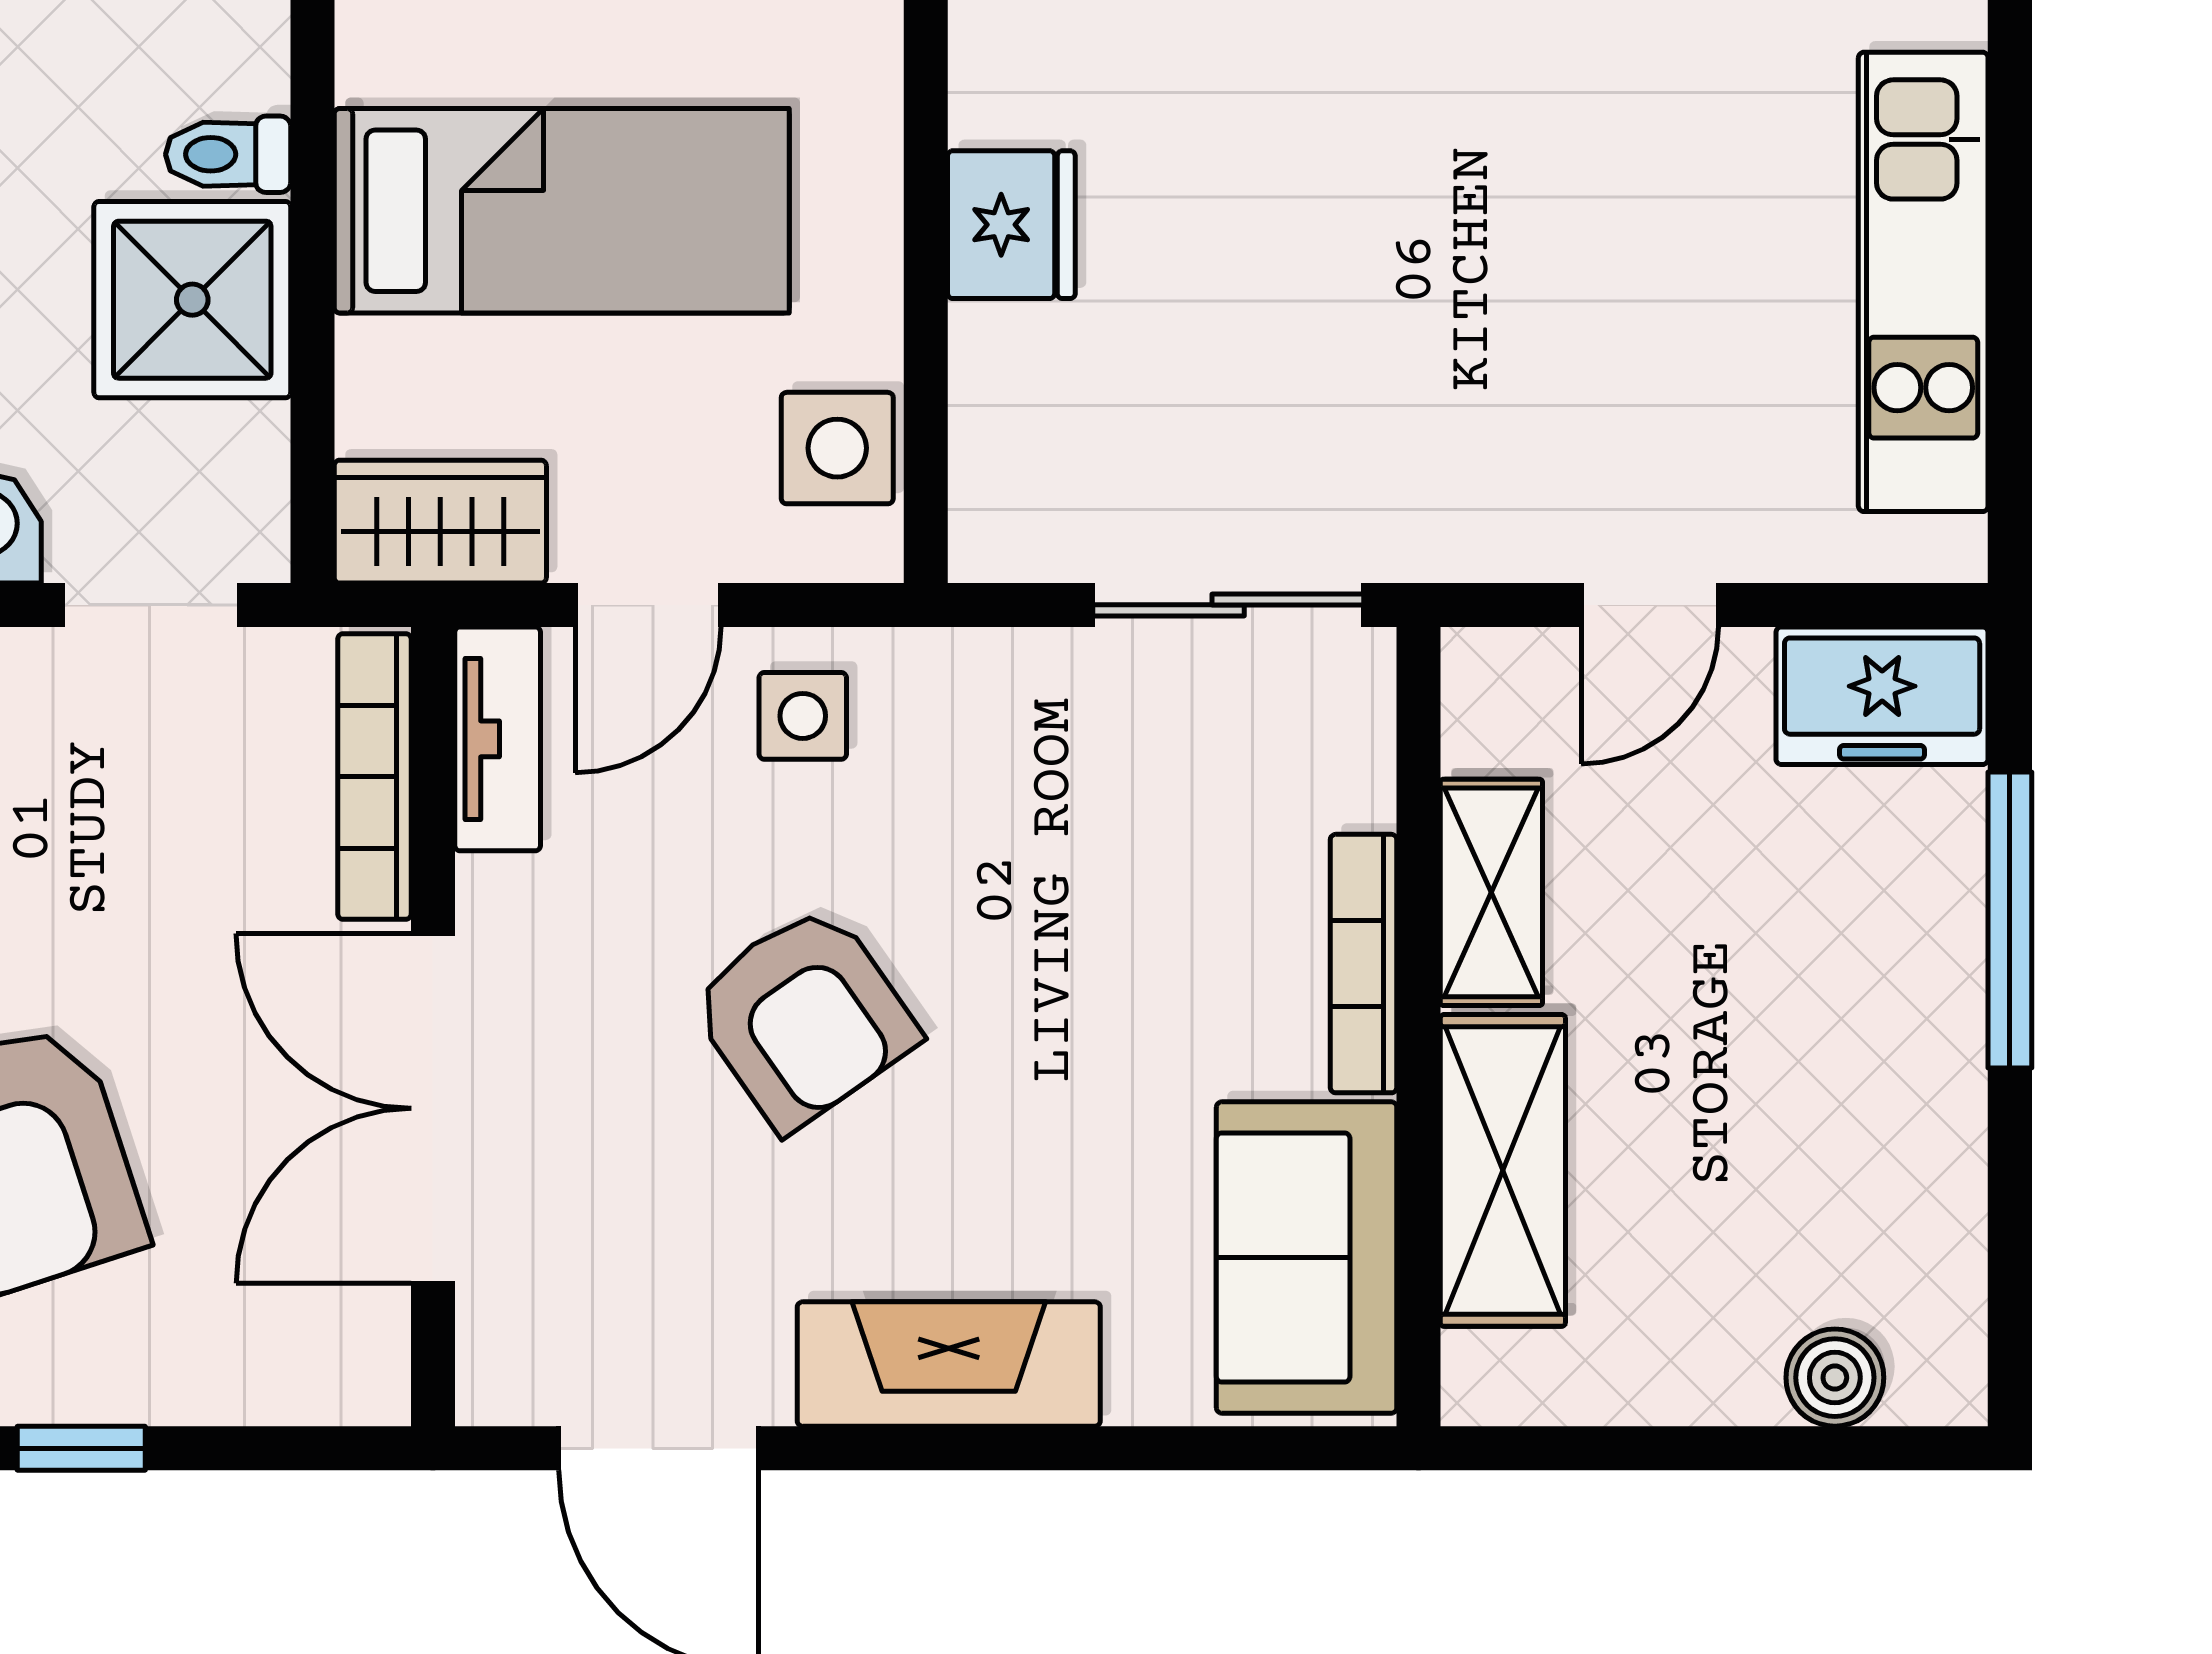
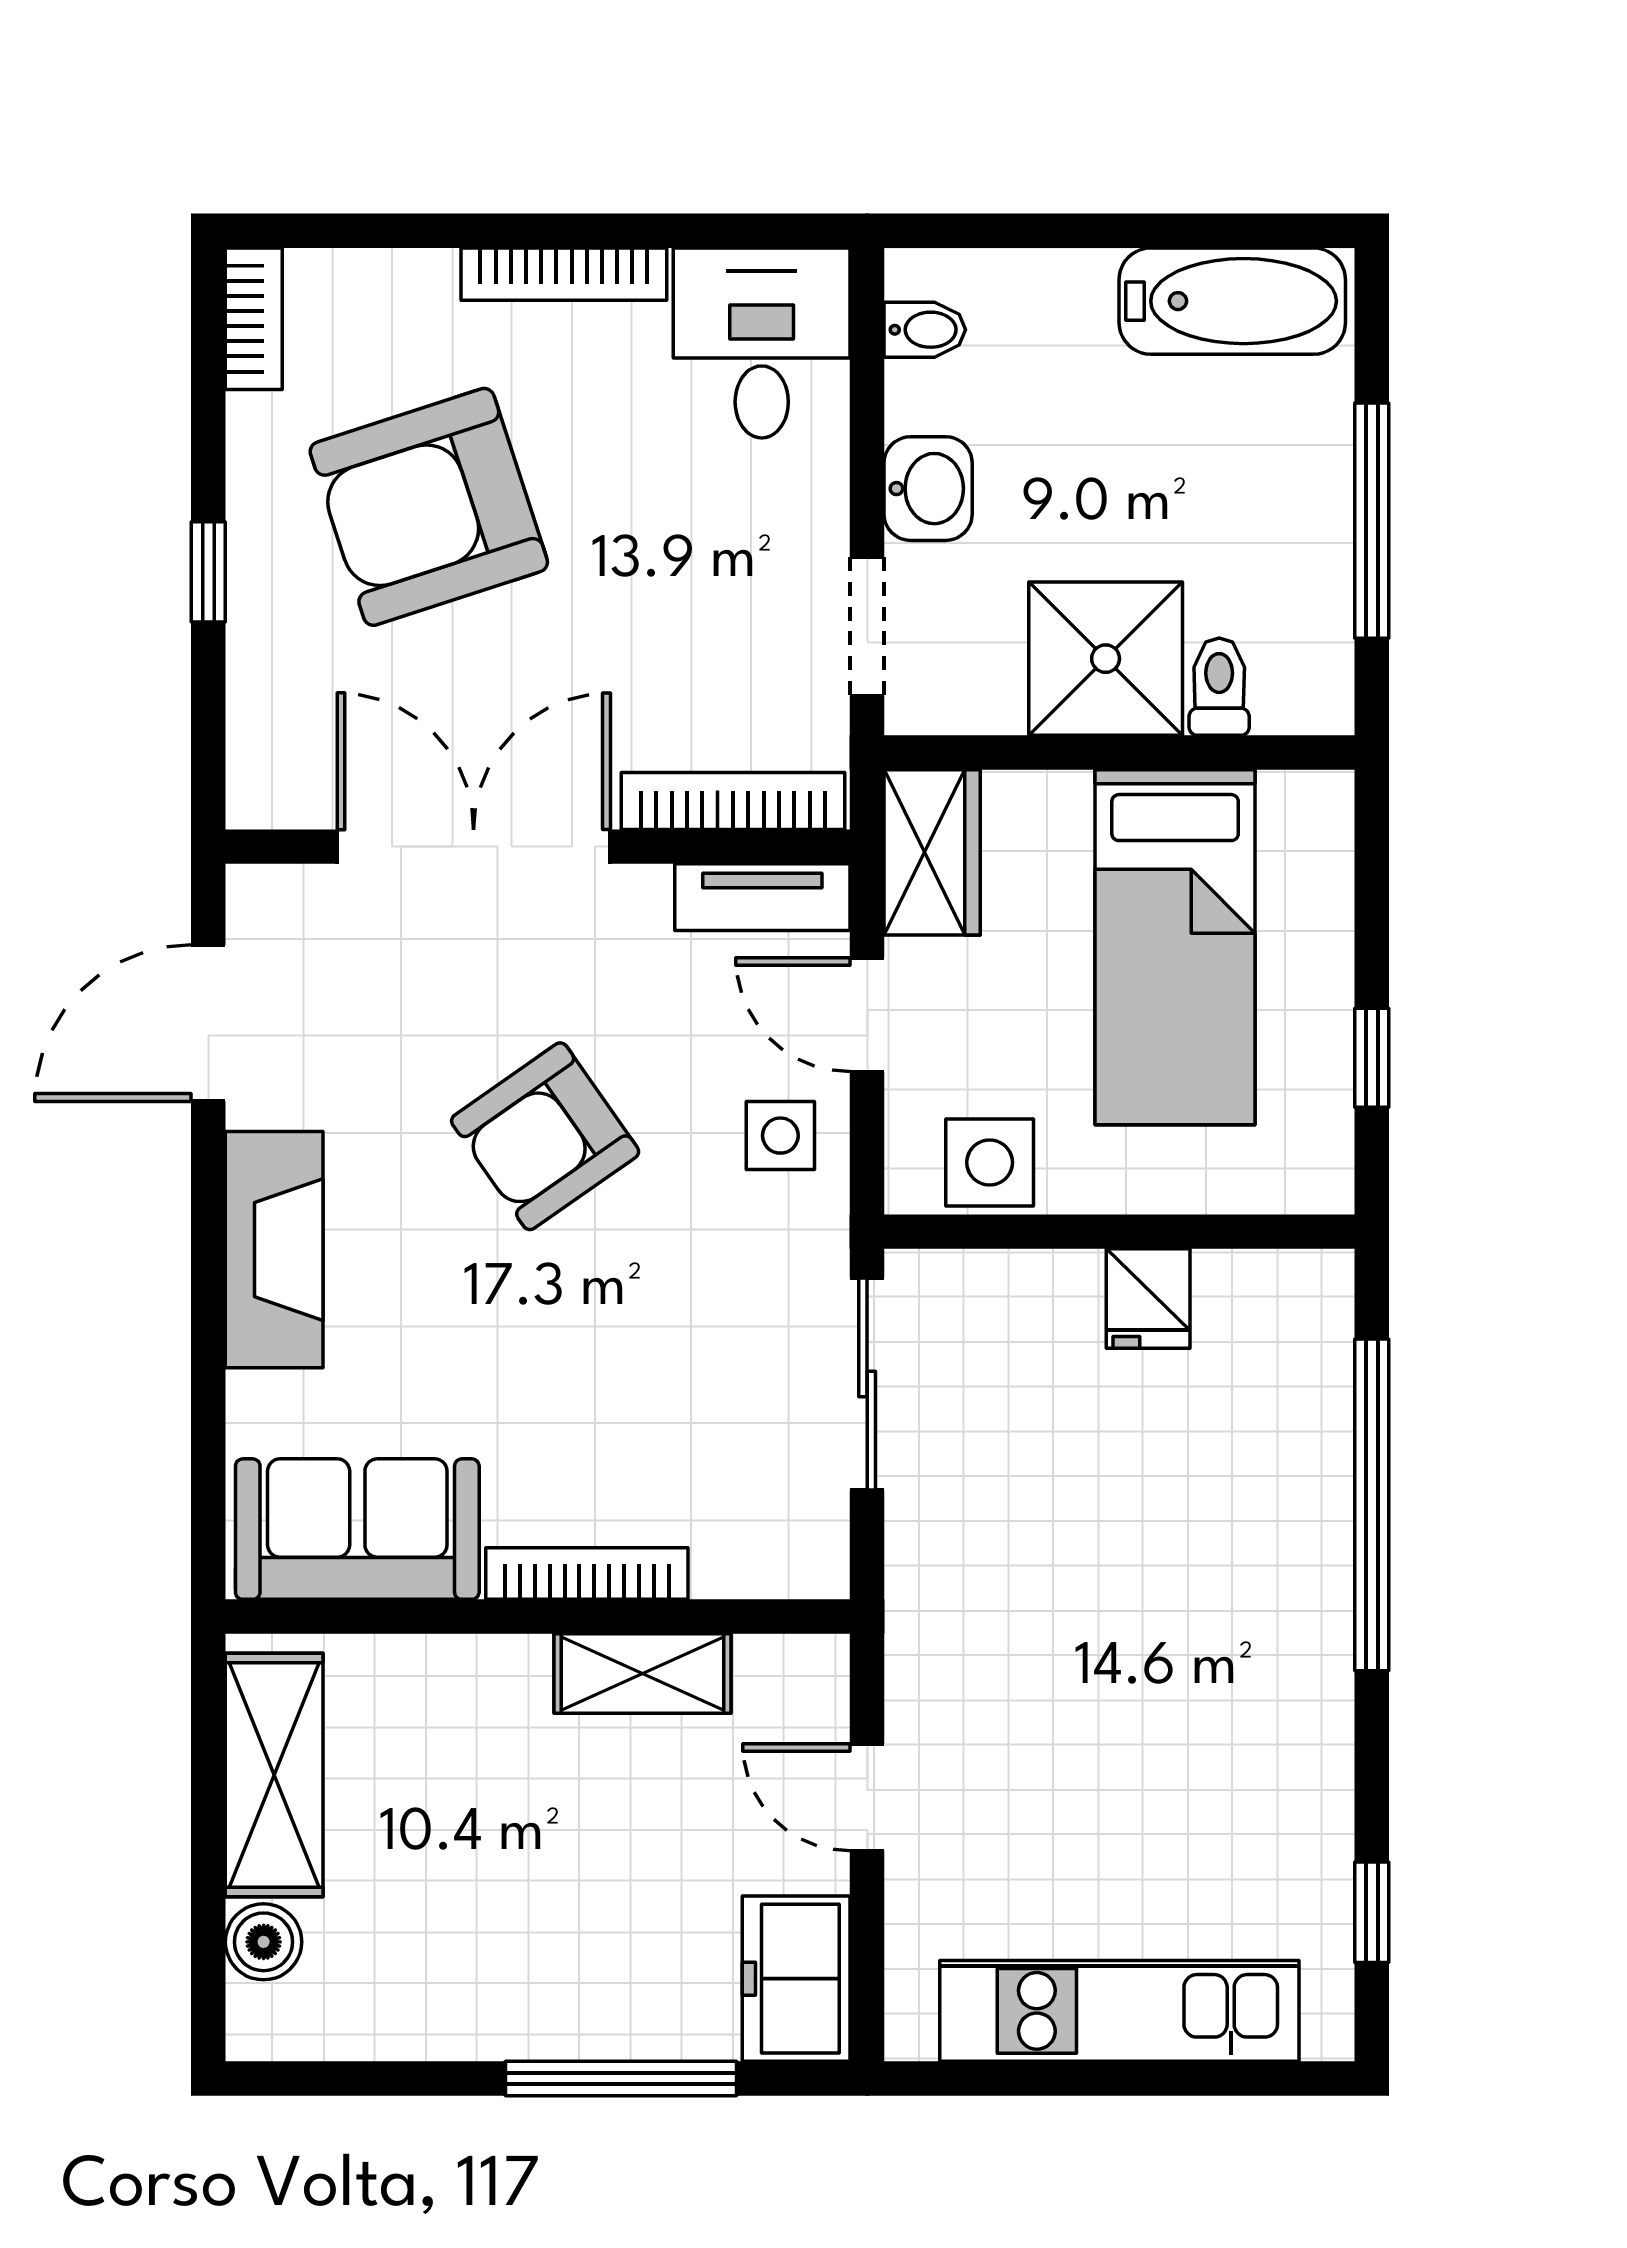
fridge: (1011, 225) -> (1148, 1299), width x0.72
sliding door: (1228, 605) -> (867, 1384), moved
shelving: (1503, 1170) -> (274, 1775), moved, turned 90

